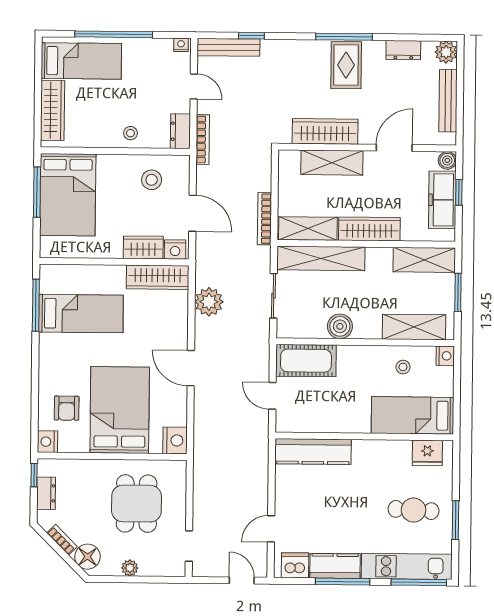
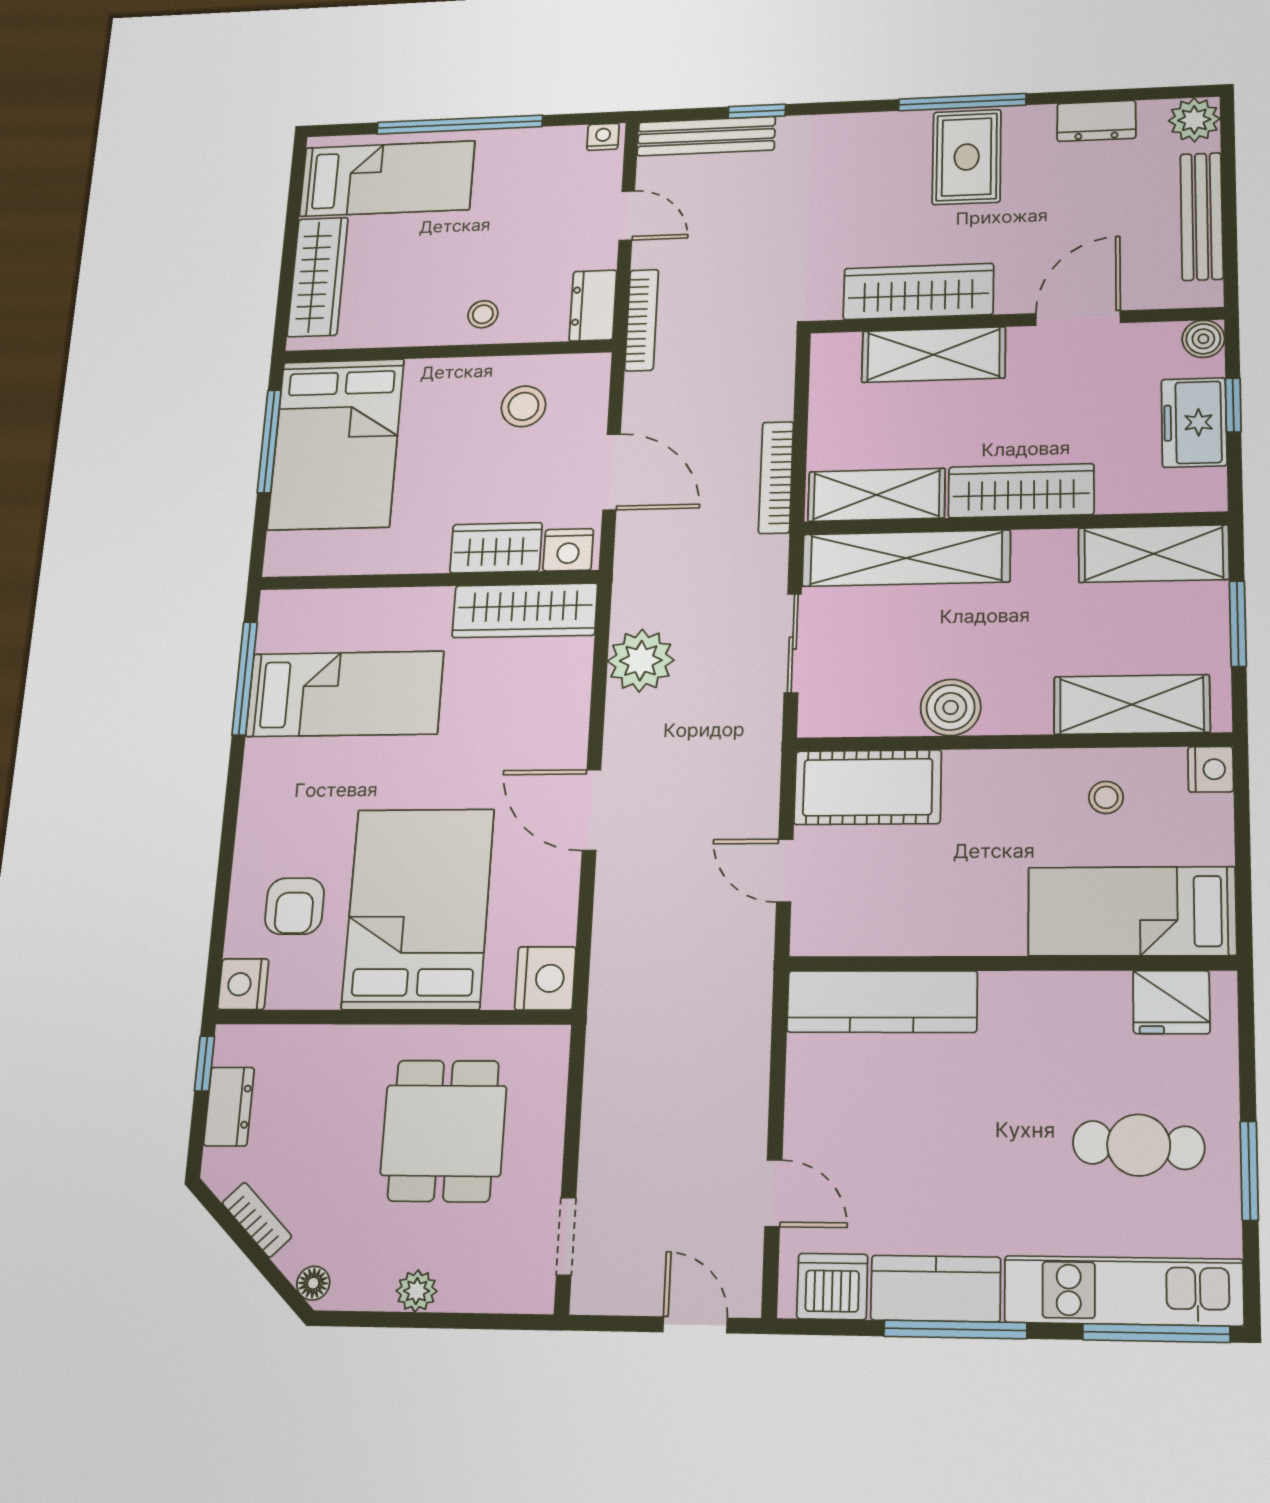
freezer: (442, 200) -> (1194, 422), width x0.71
door: (271, 529) -> (773, 1193), swing flipped
floor lamp: (87, 557) -> (313, 1283), width x0.53, depth x0.53

